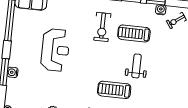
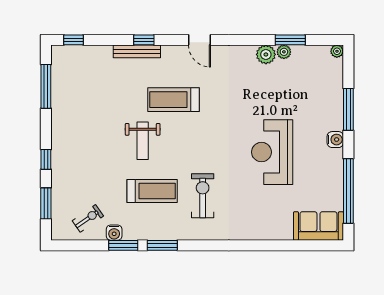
water cooler: (13, 72) -> (335, 140), moved
treadmill: (114, 90) -> (174, 100), turned 180

